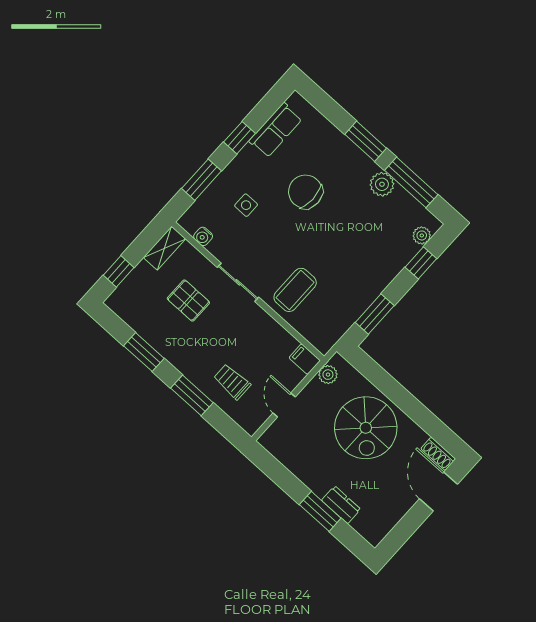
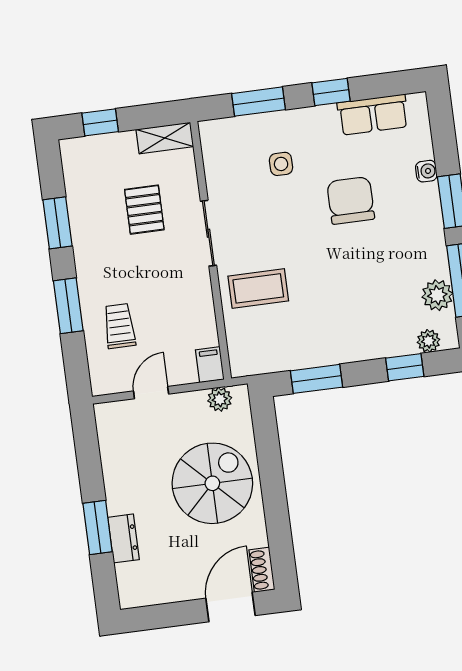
plant: (382, 184) -> (437, 295), moved
water cooler: (203, 236) -> (426, 171), moved, turned 180
spiral stairs: (366, 428) -> (212, 483), turned 180

